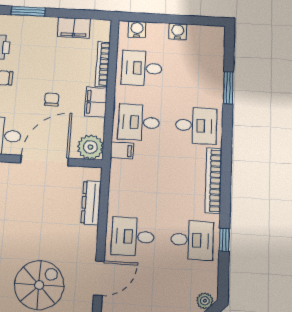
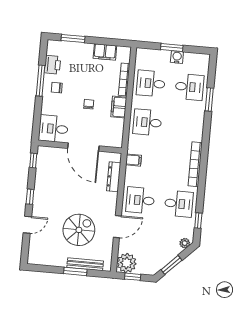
window: (170, 19) -> (172, 47), added
water cooler: (137, 29) -> (149, 55), removed
desk: (196, 126) -> (189, 87), moved
plant: (90, 147) -> (114, 139), removed
filing cabinet: (122, 151) -> (133, 160), moved
door: (45, 161) -> (83, 147), swing flipped
window: (224, 240) -> (198, 220), moved

